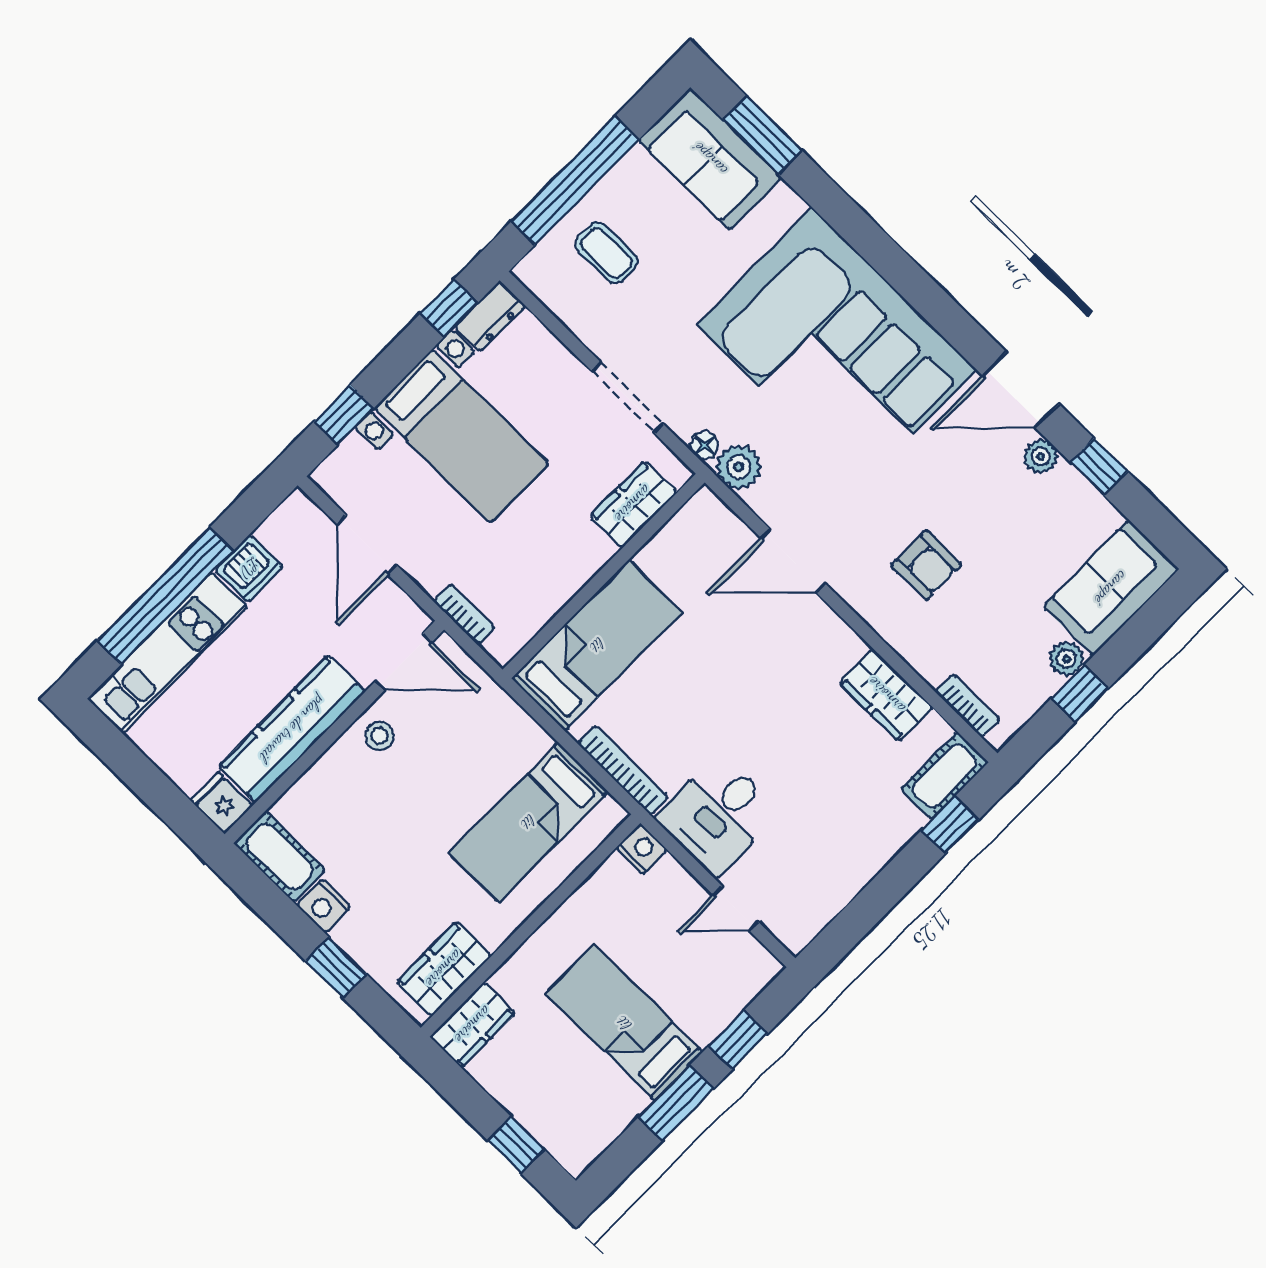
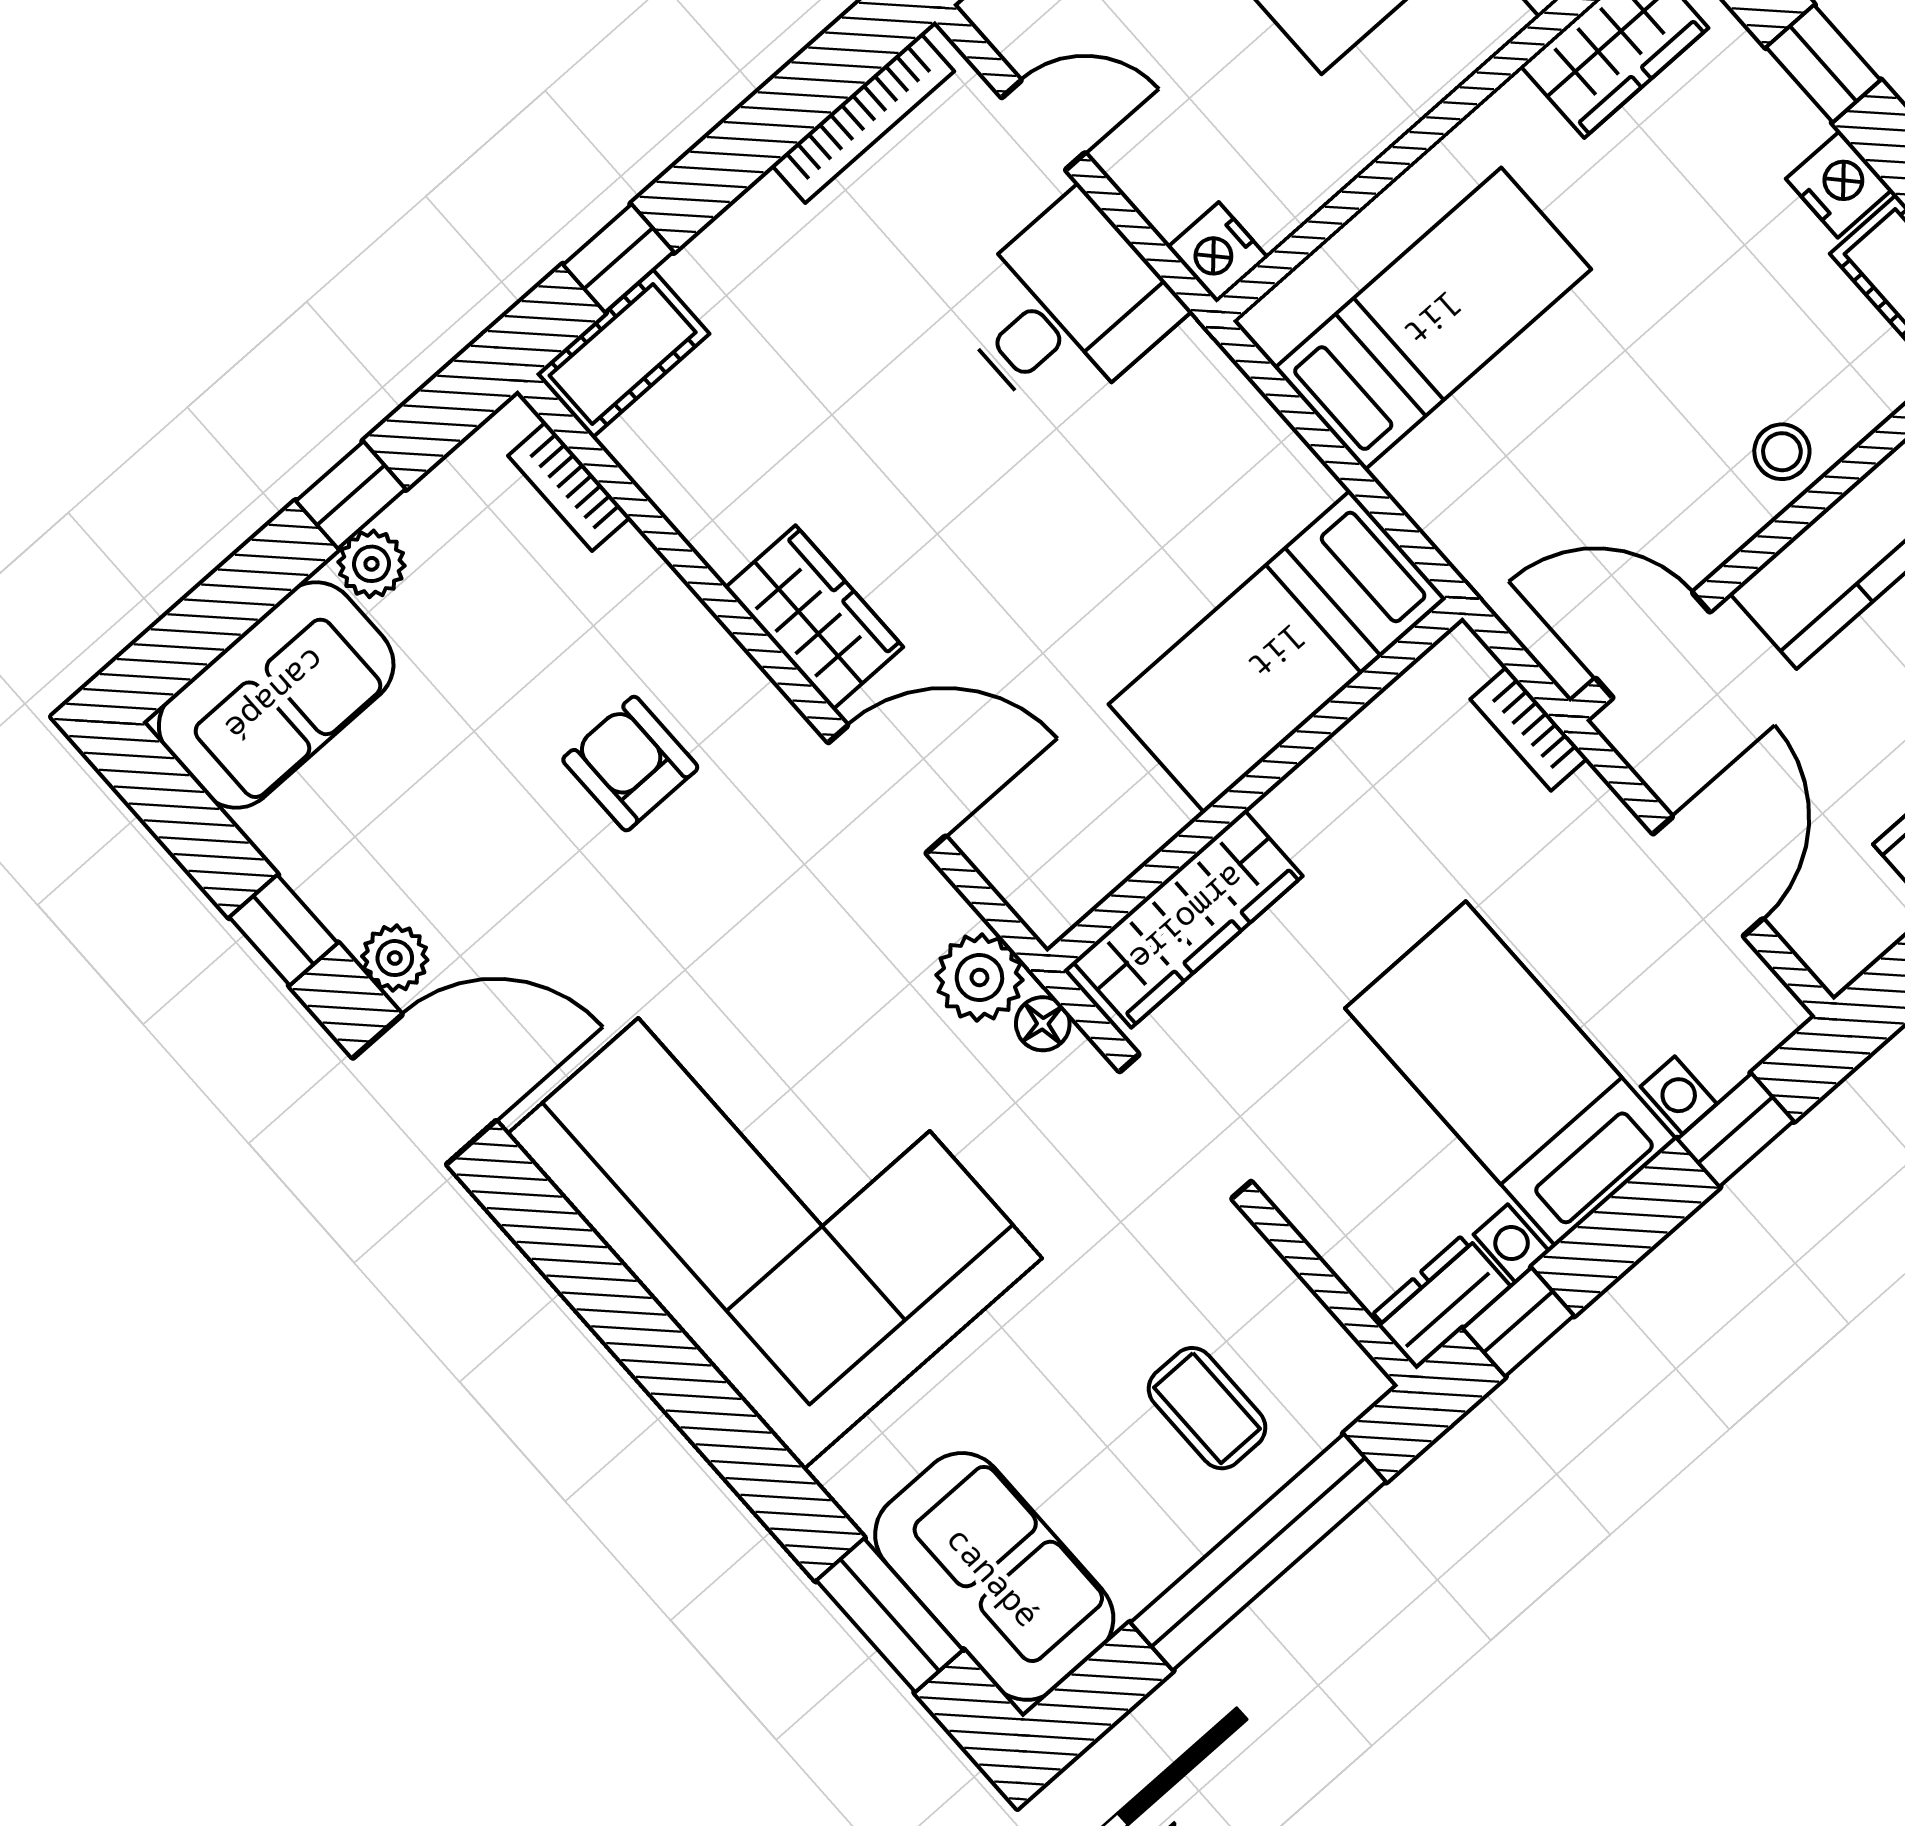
wardrobe: (633, 504) -> (1188, 919), width x1.50
wardrobe: (886, 695) -> (814, 617), moved
stool: (379, 736) -> (1782, 452), moved
bookcase: (623, 770) -> (863, 118), moved, turned -90

